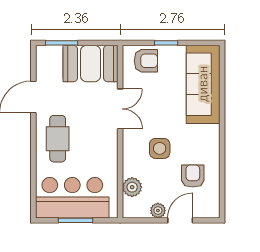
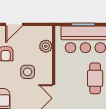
plant: (158, 211) -> (29, 31), removed

